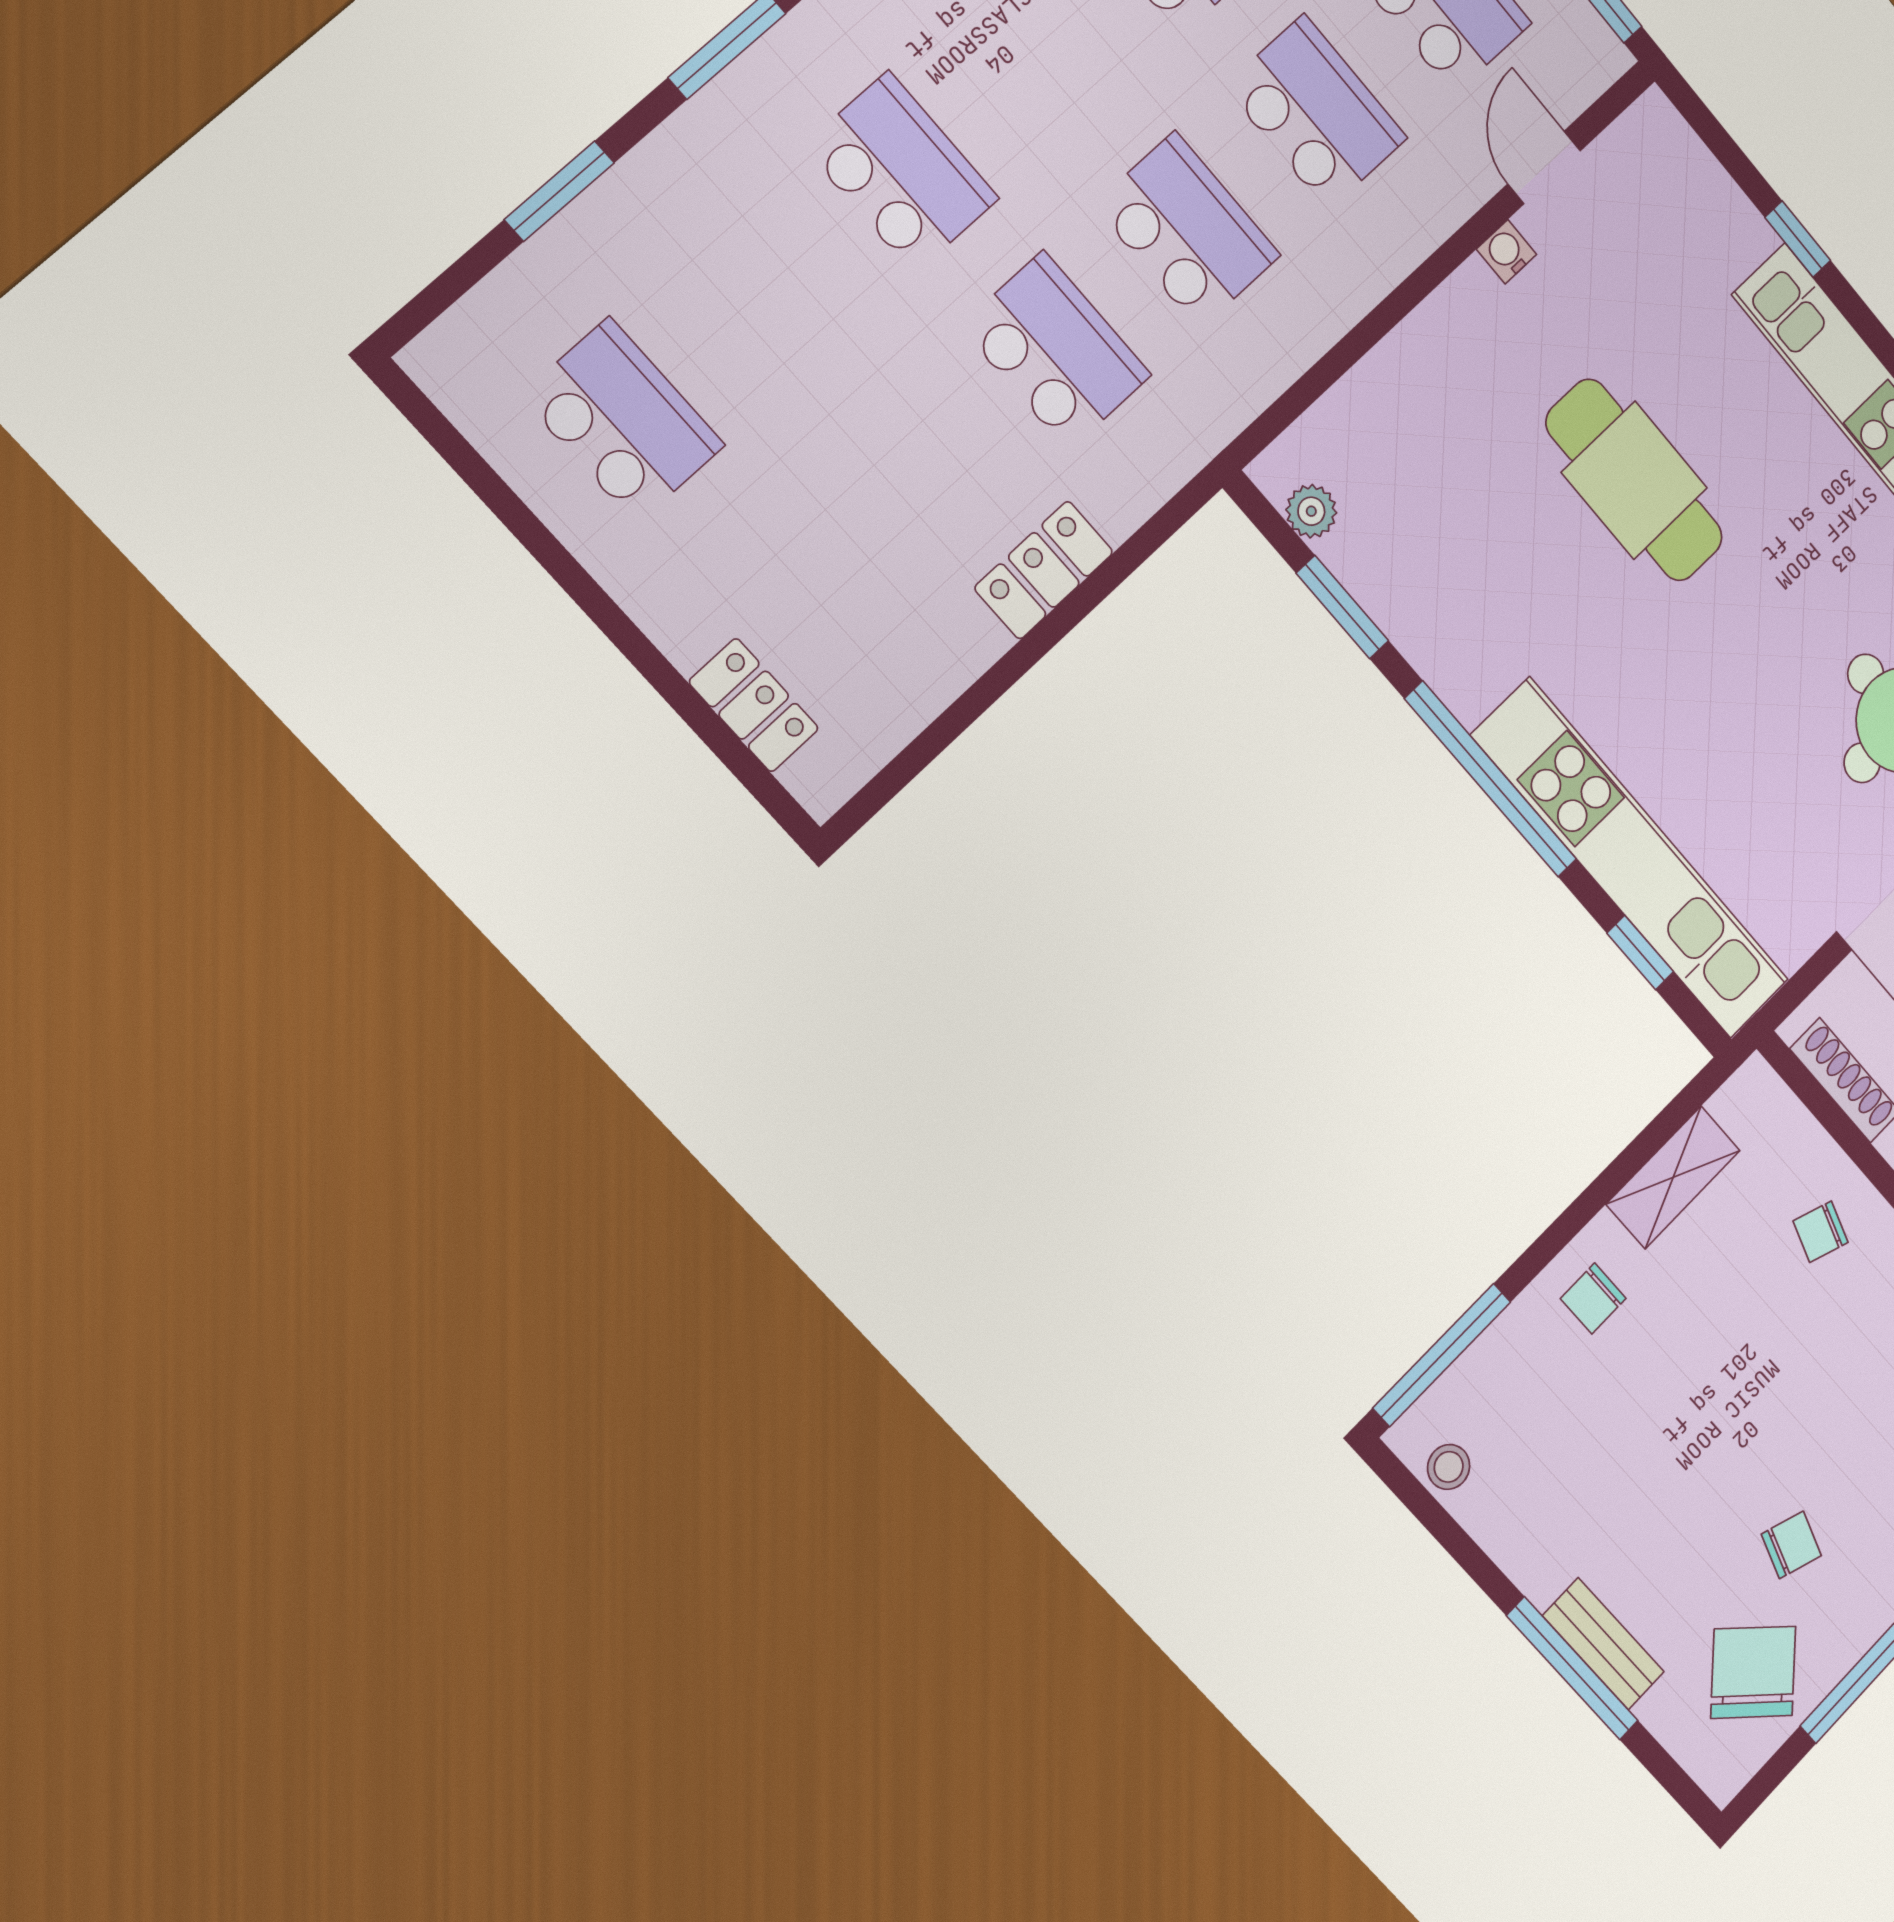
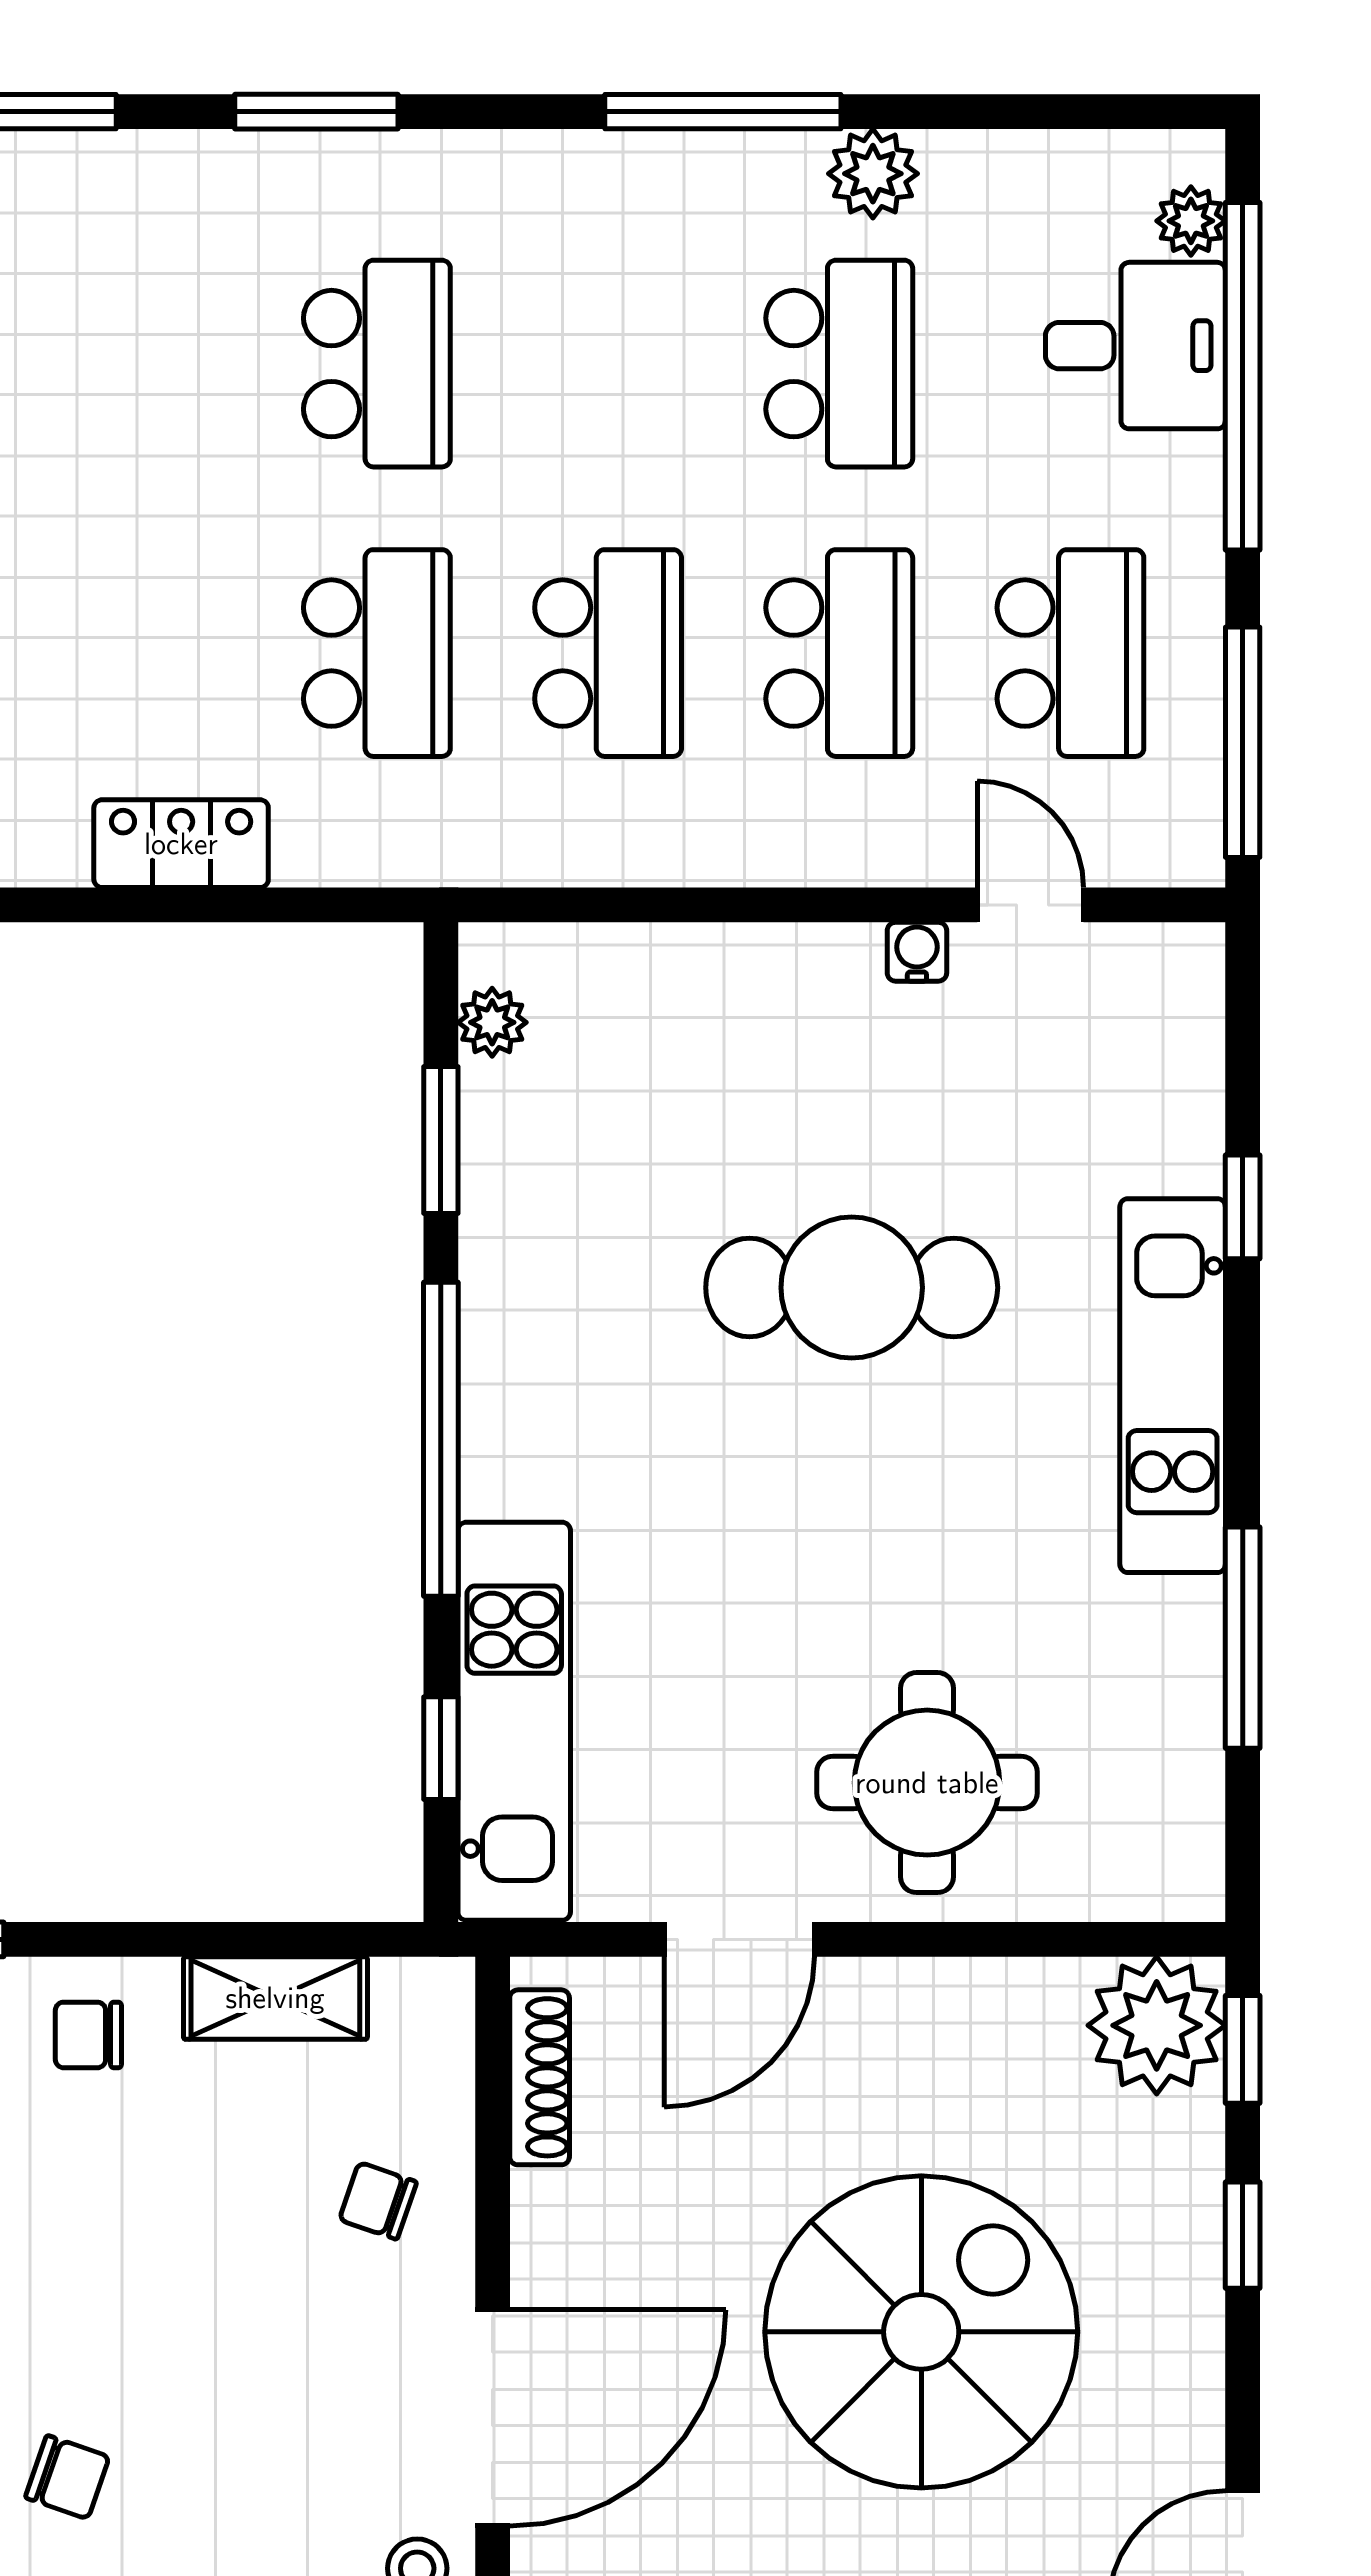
door: (1544, 167) -> (1030, 905), hinge flipped
cafe table: (1634, 480) -> (852, 1288), turned 90
kitchen unit: (1631, 859) -> (514, 1721), width x0.73

